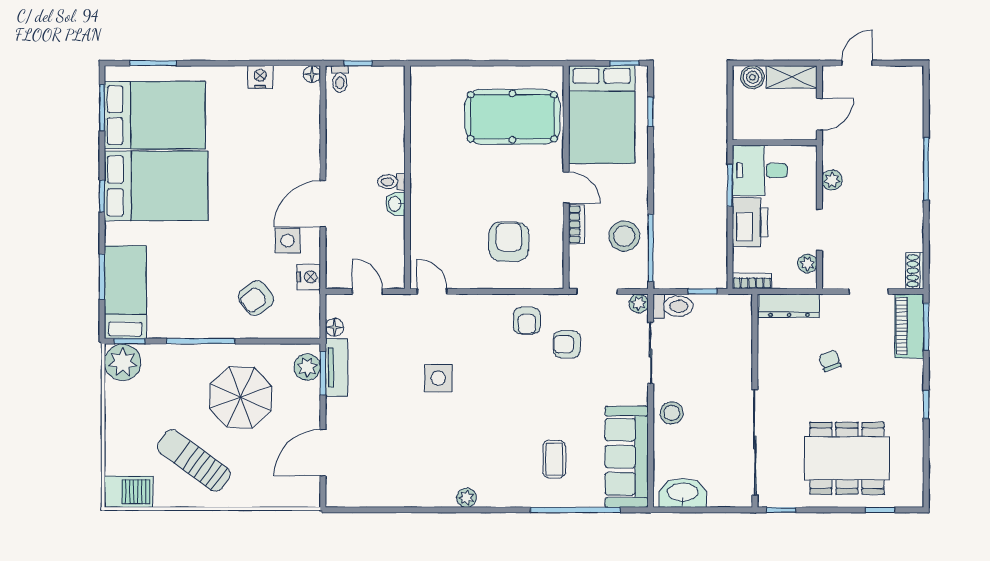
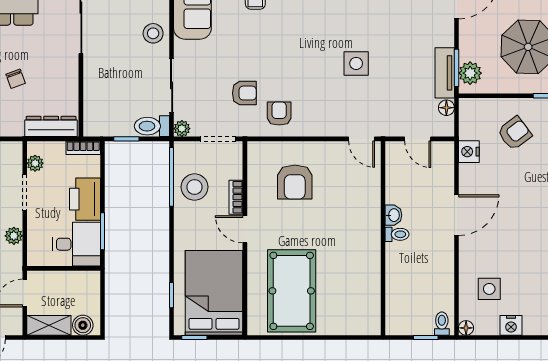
pool table: (512, 117) -> (292, 291), turned 90
side table: (288, 241) -> (489, 289), moved

